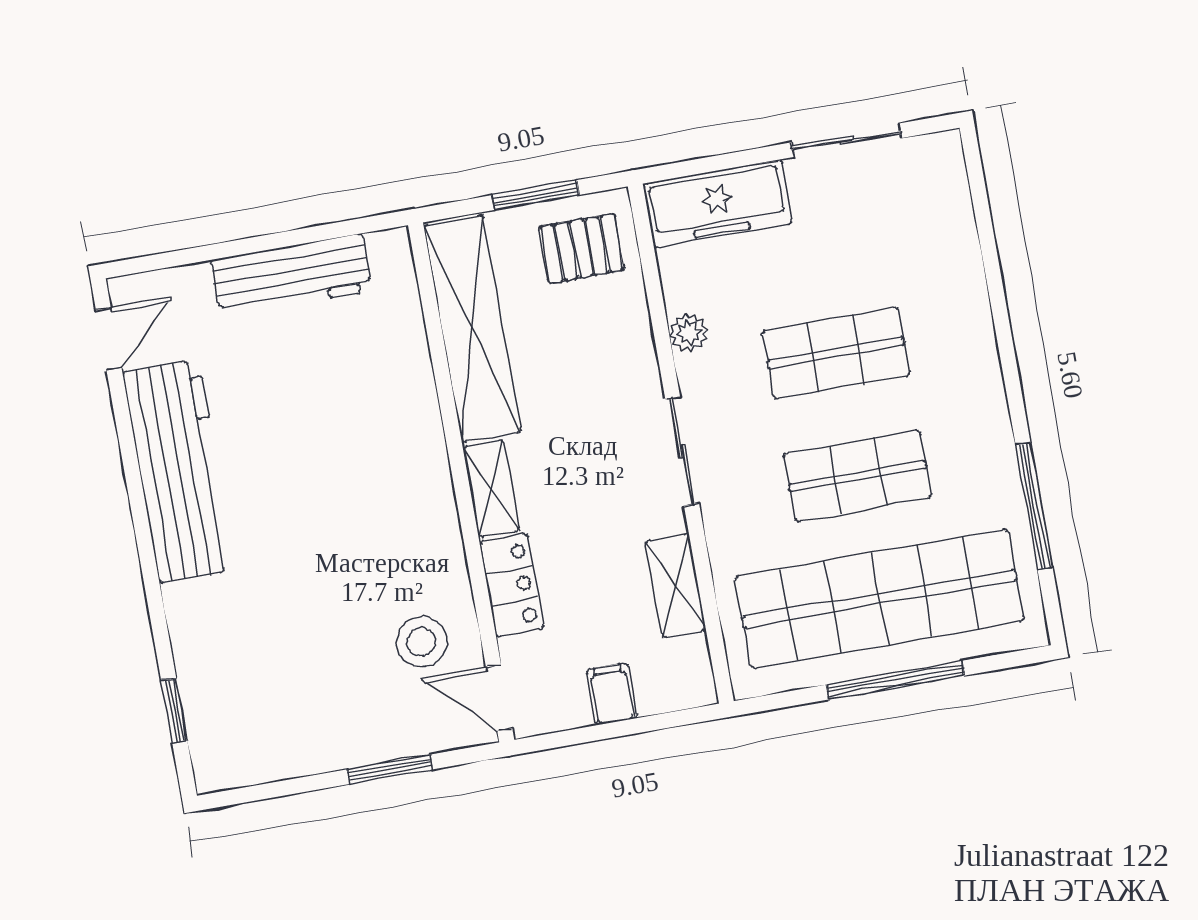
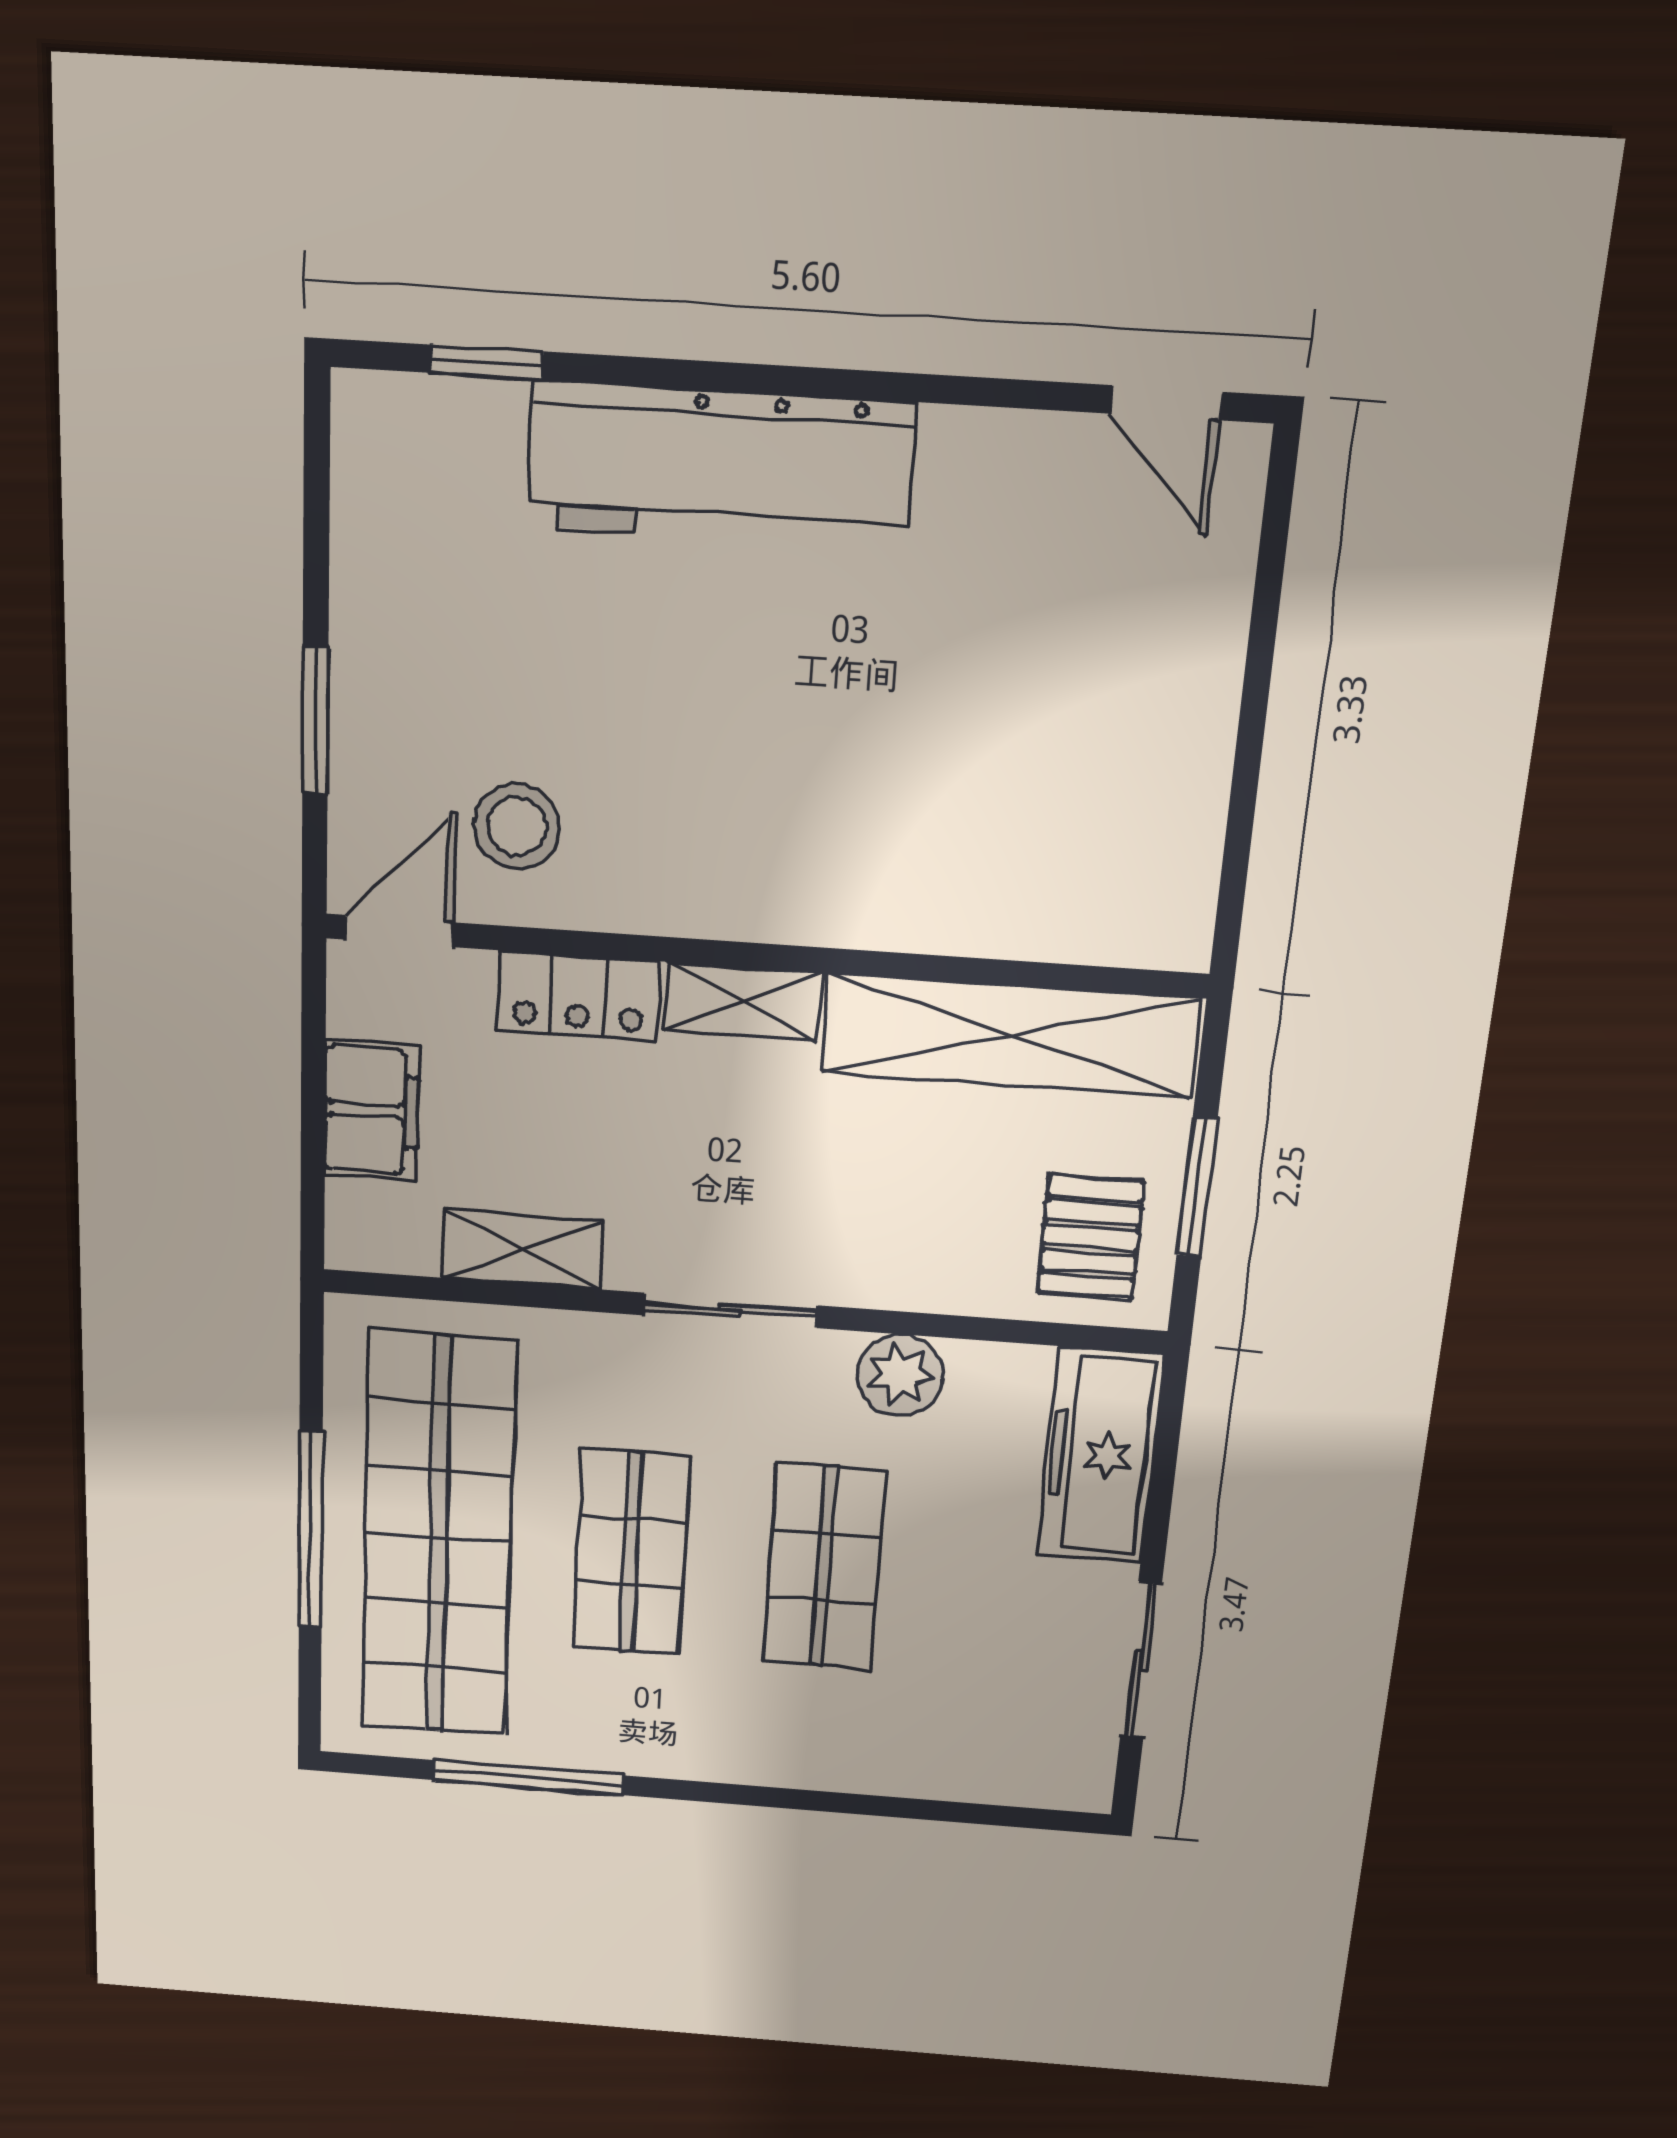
workbench: (291, 275) -> (1184, 758), removed
plant: (689, 333) -> (900, 1375), width x1.38, depth x1.38
workbench: (179, 471) -> (721, 465), moved
filing cabinet: (612, 694) -> (371, 1110), width x2.00

